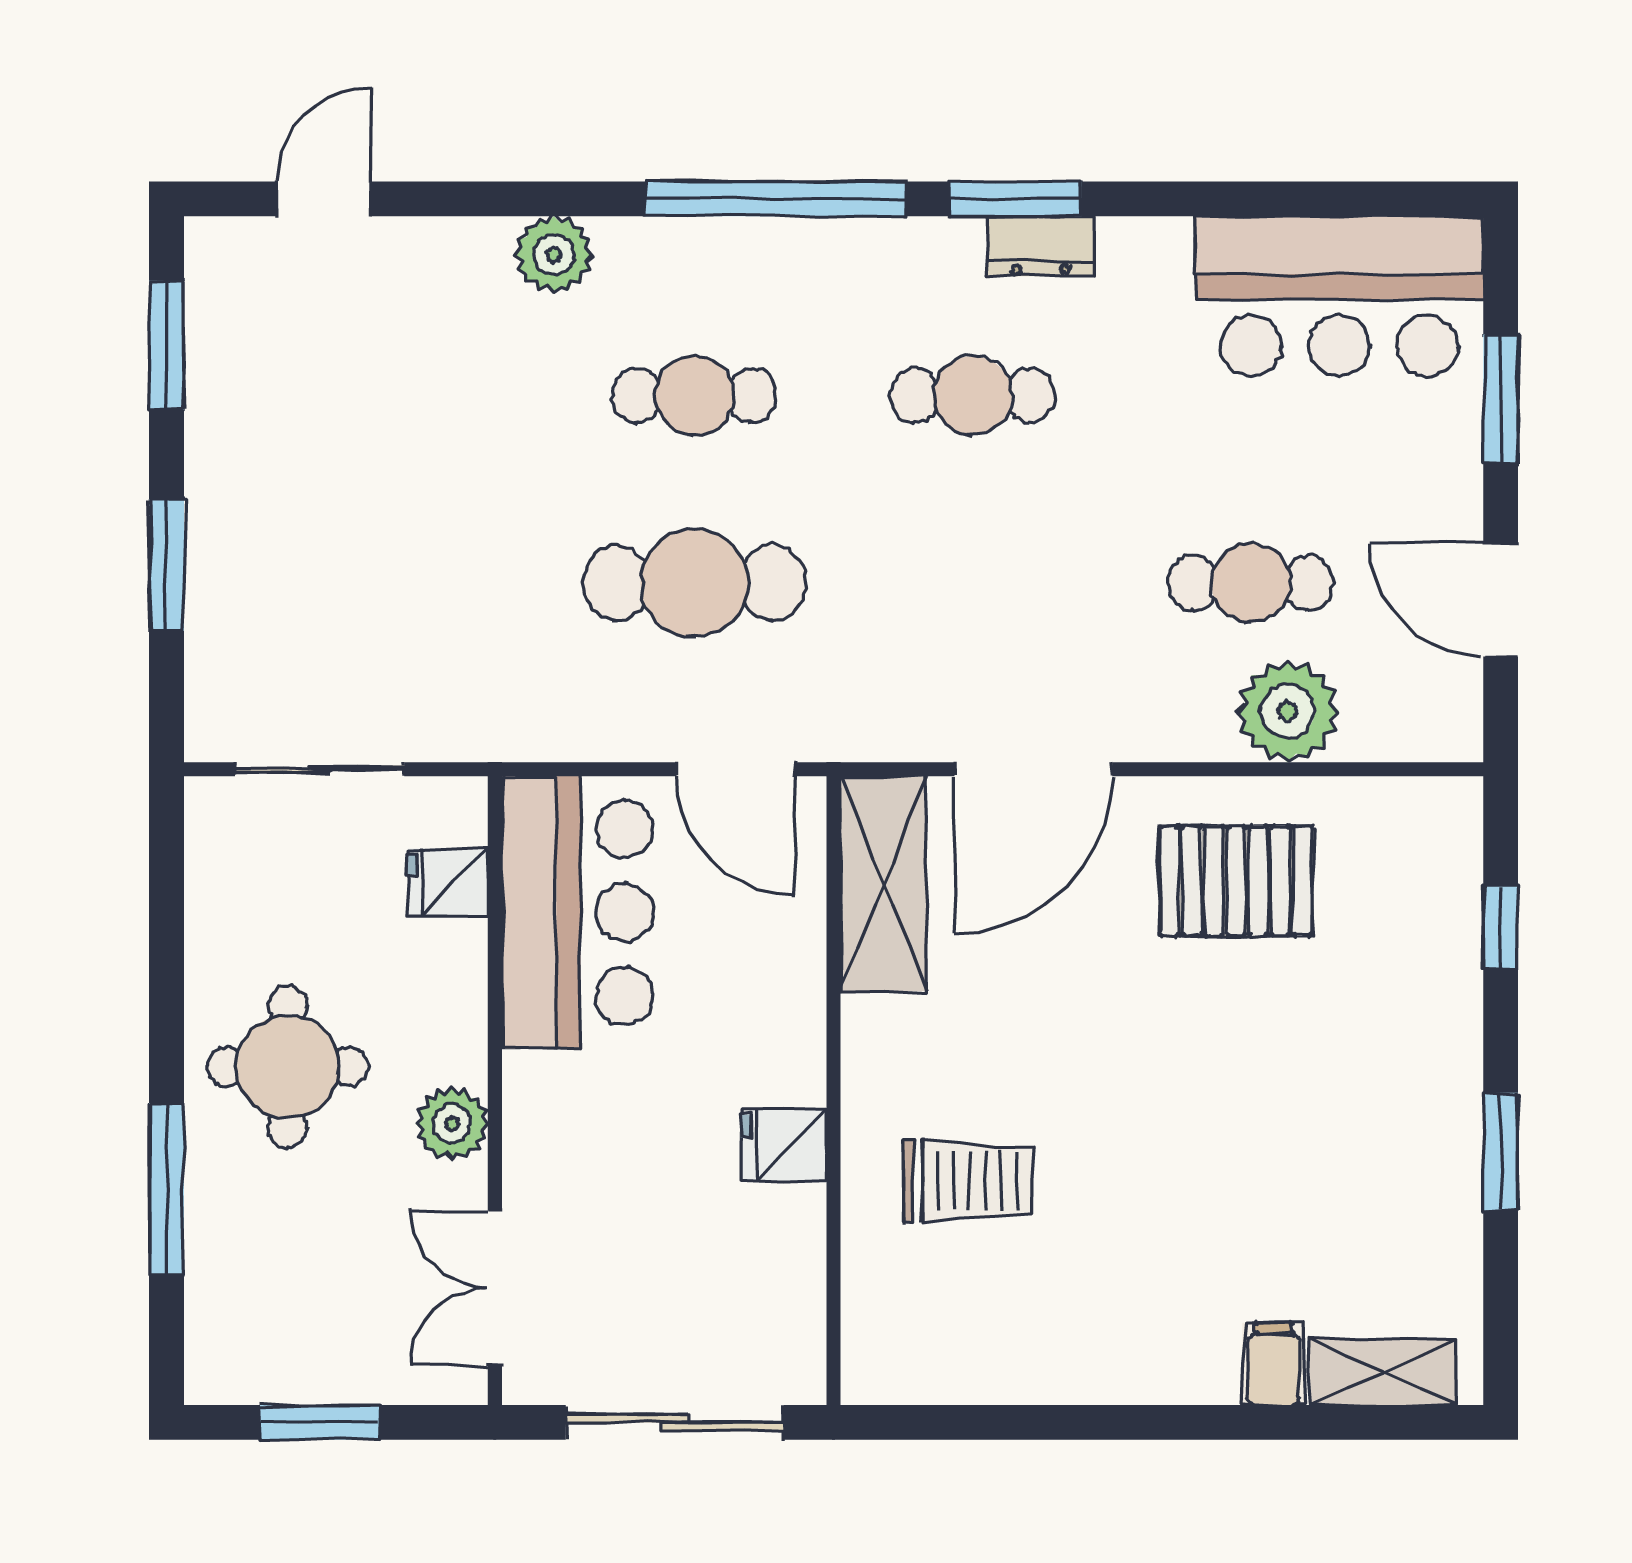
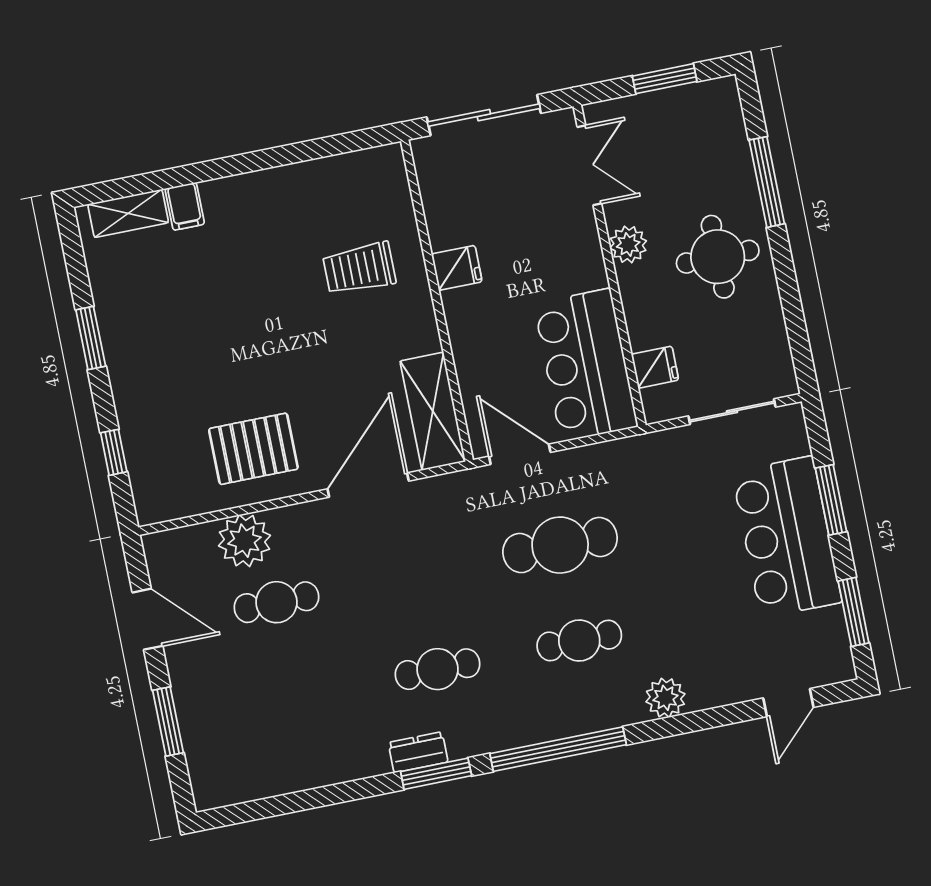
bar counter: (1339, 296) -> (787, 537), moved, turned -90

